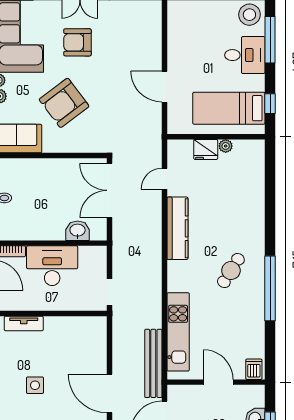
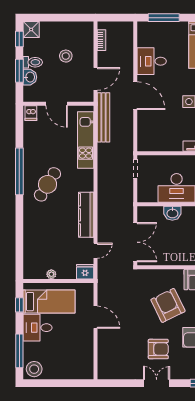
desk: (245, 55) -> (37, 328), moved
armchair: (64, 103) -> (168, 305), turned -79
fridge: (206, 149) -> (85, 272), moved
washbasin: (78, 231) -> (172, 213), moved
cafe table: (231, 271) -> (47, 184), width x1.37, depth x1.35

